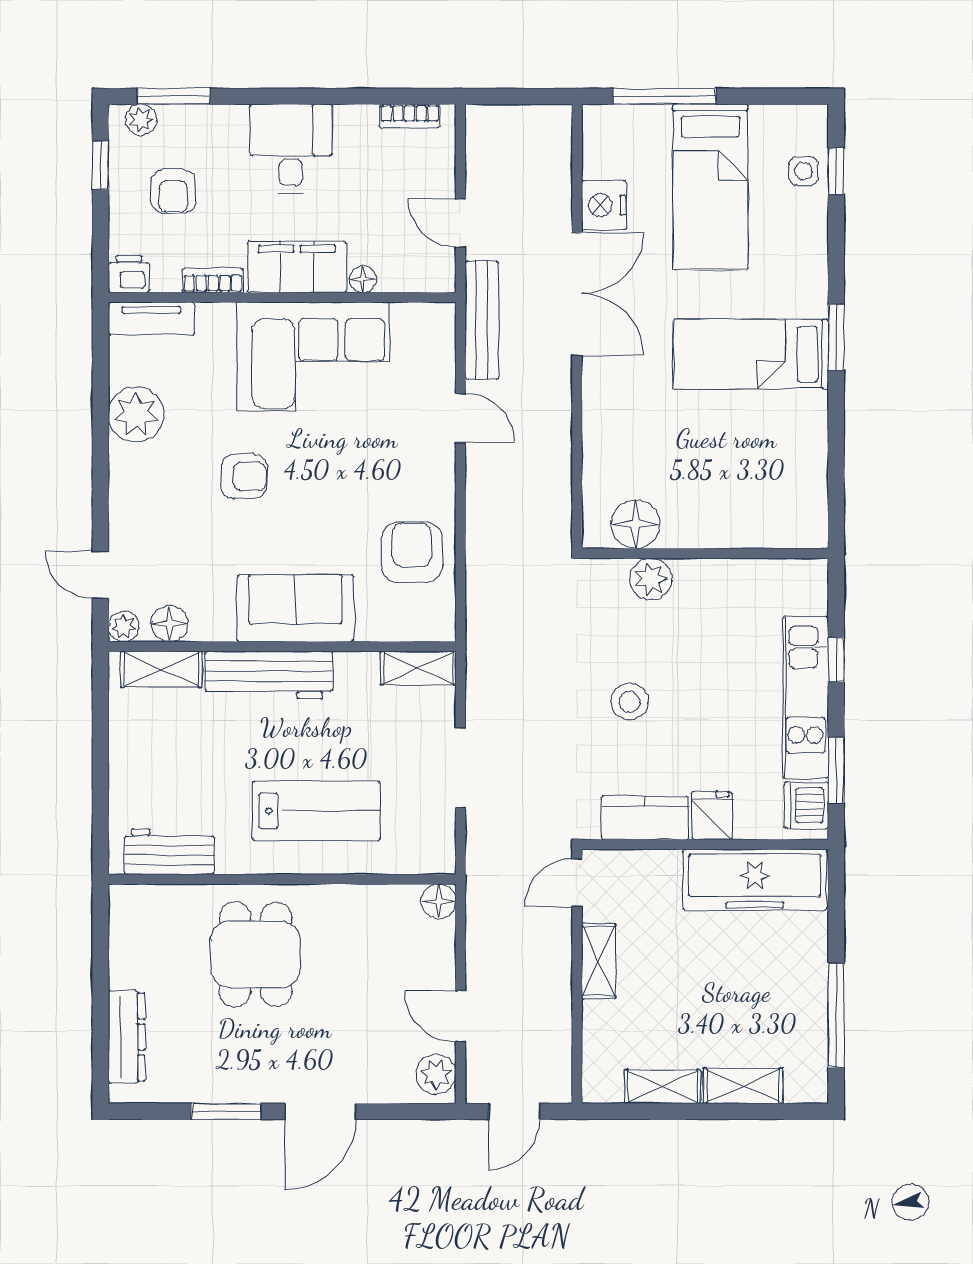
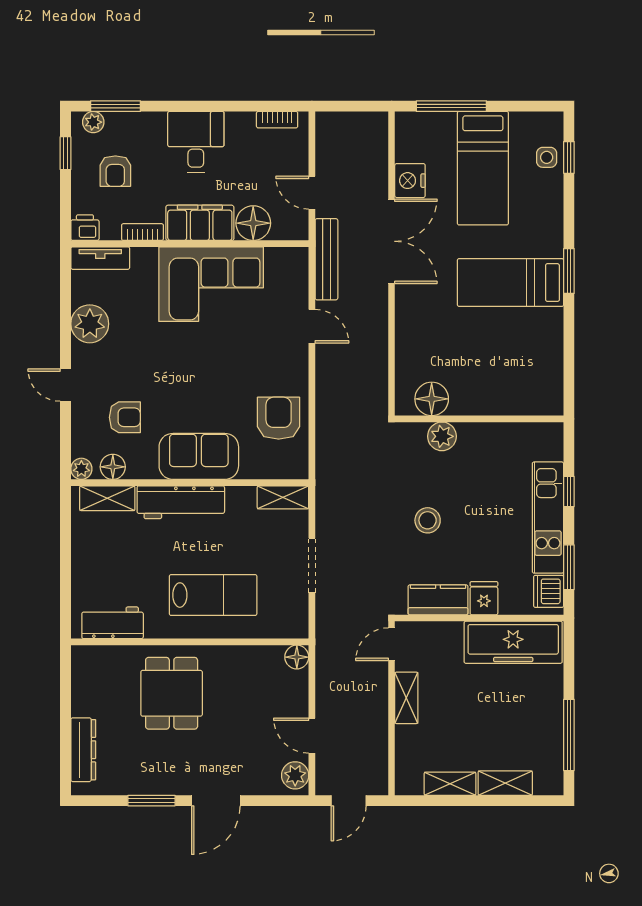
floor lamp: (363, 279) -> (253, 223), width x1.89, depth x1.89
armchair: (244, 477) -> (125, 417), moved
door: (100, 575) -> (66, 385), moved

